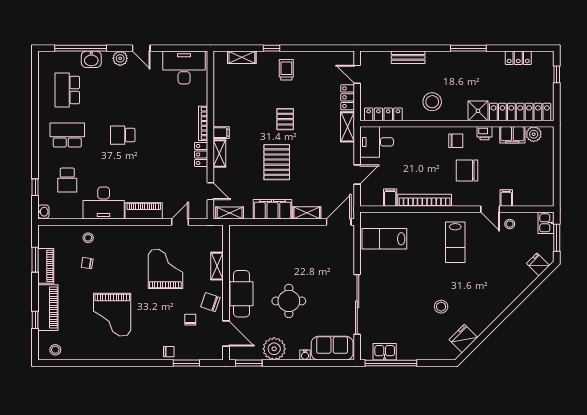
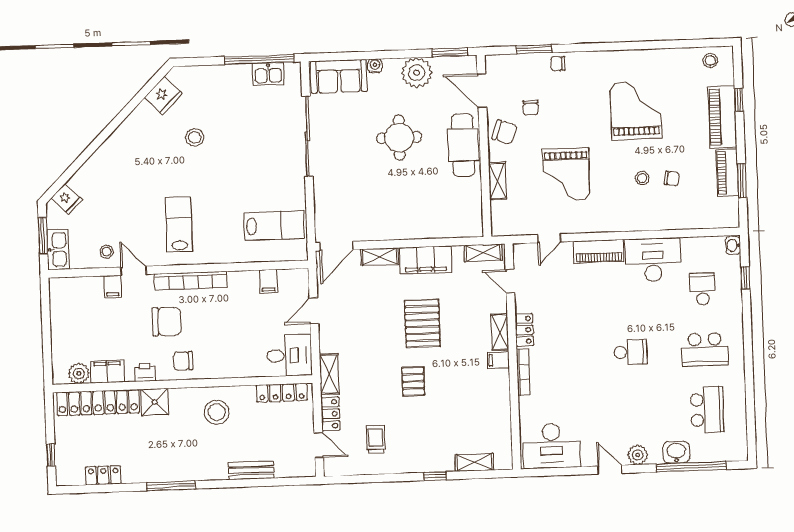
trolley: (286, 70) -> (375, 440), moved, turned 180
bookcase: (425, 200) -> (191, 281), moved
kitchen sink: (546, 223) -> (58, 250), width x1.38
stool: (88, 238) -> (642, 178), moved

